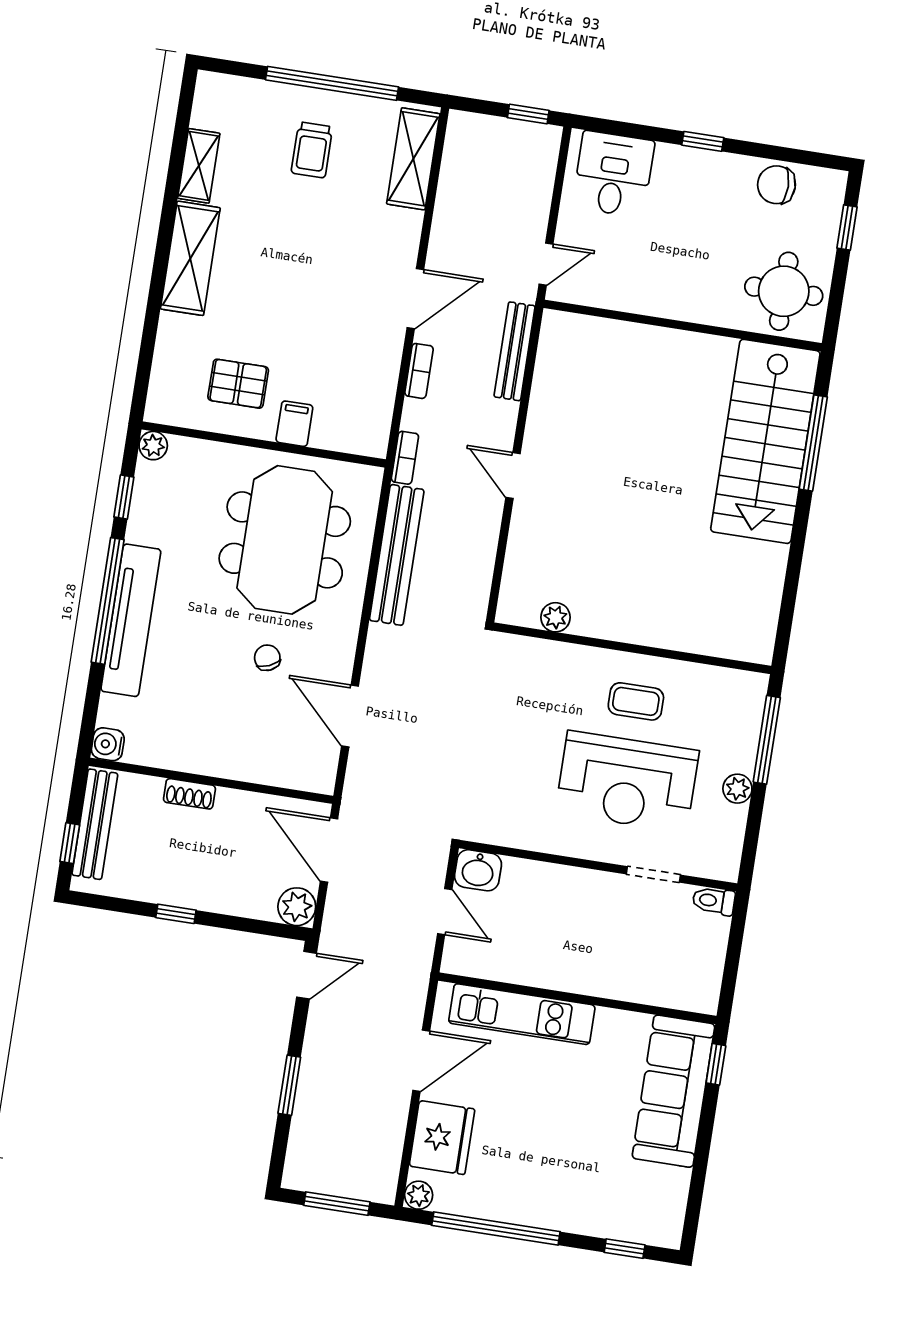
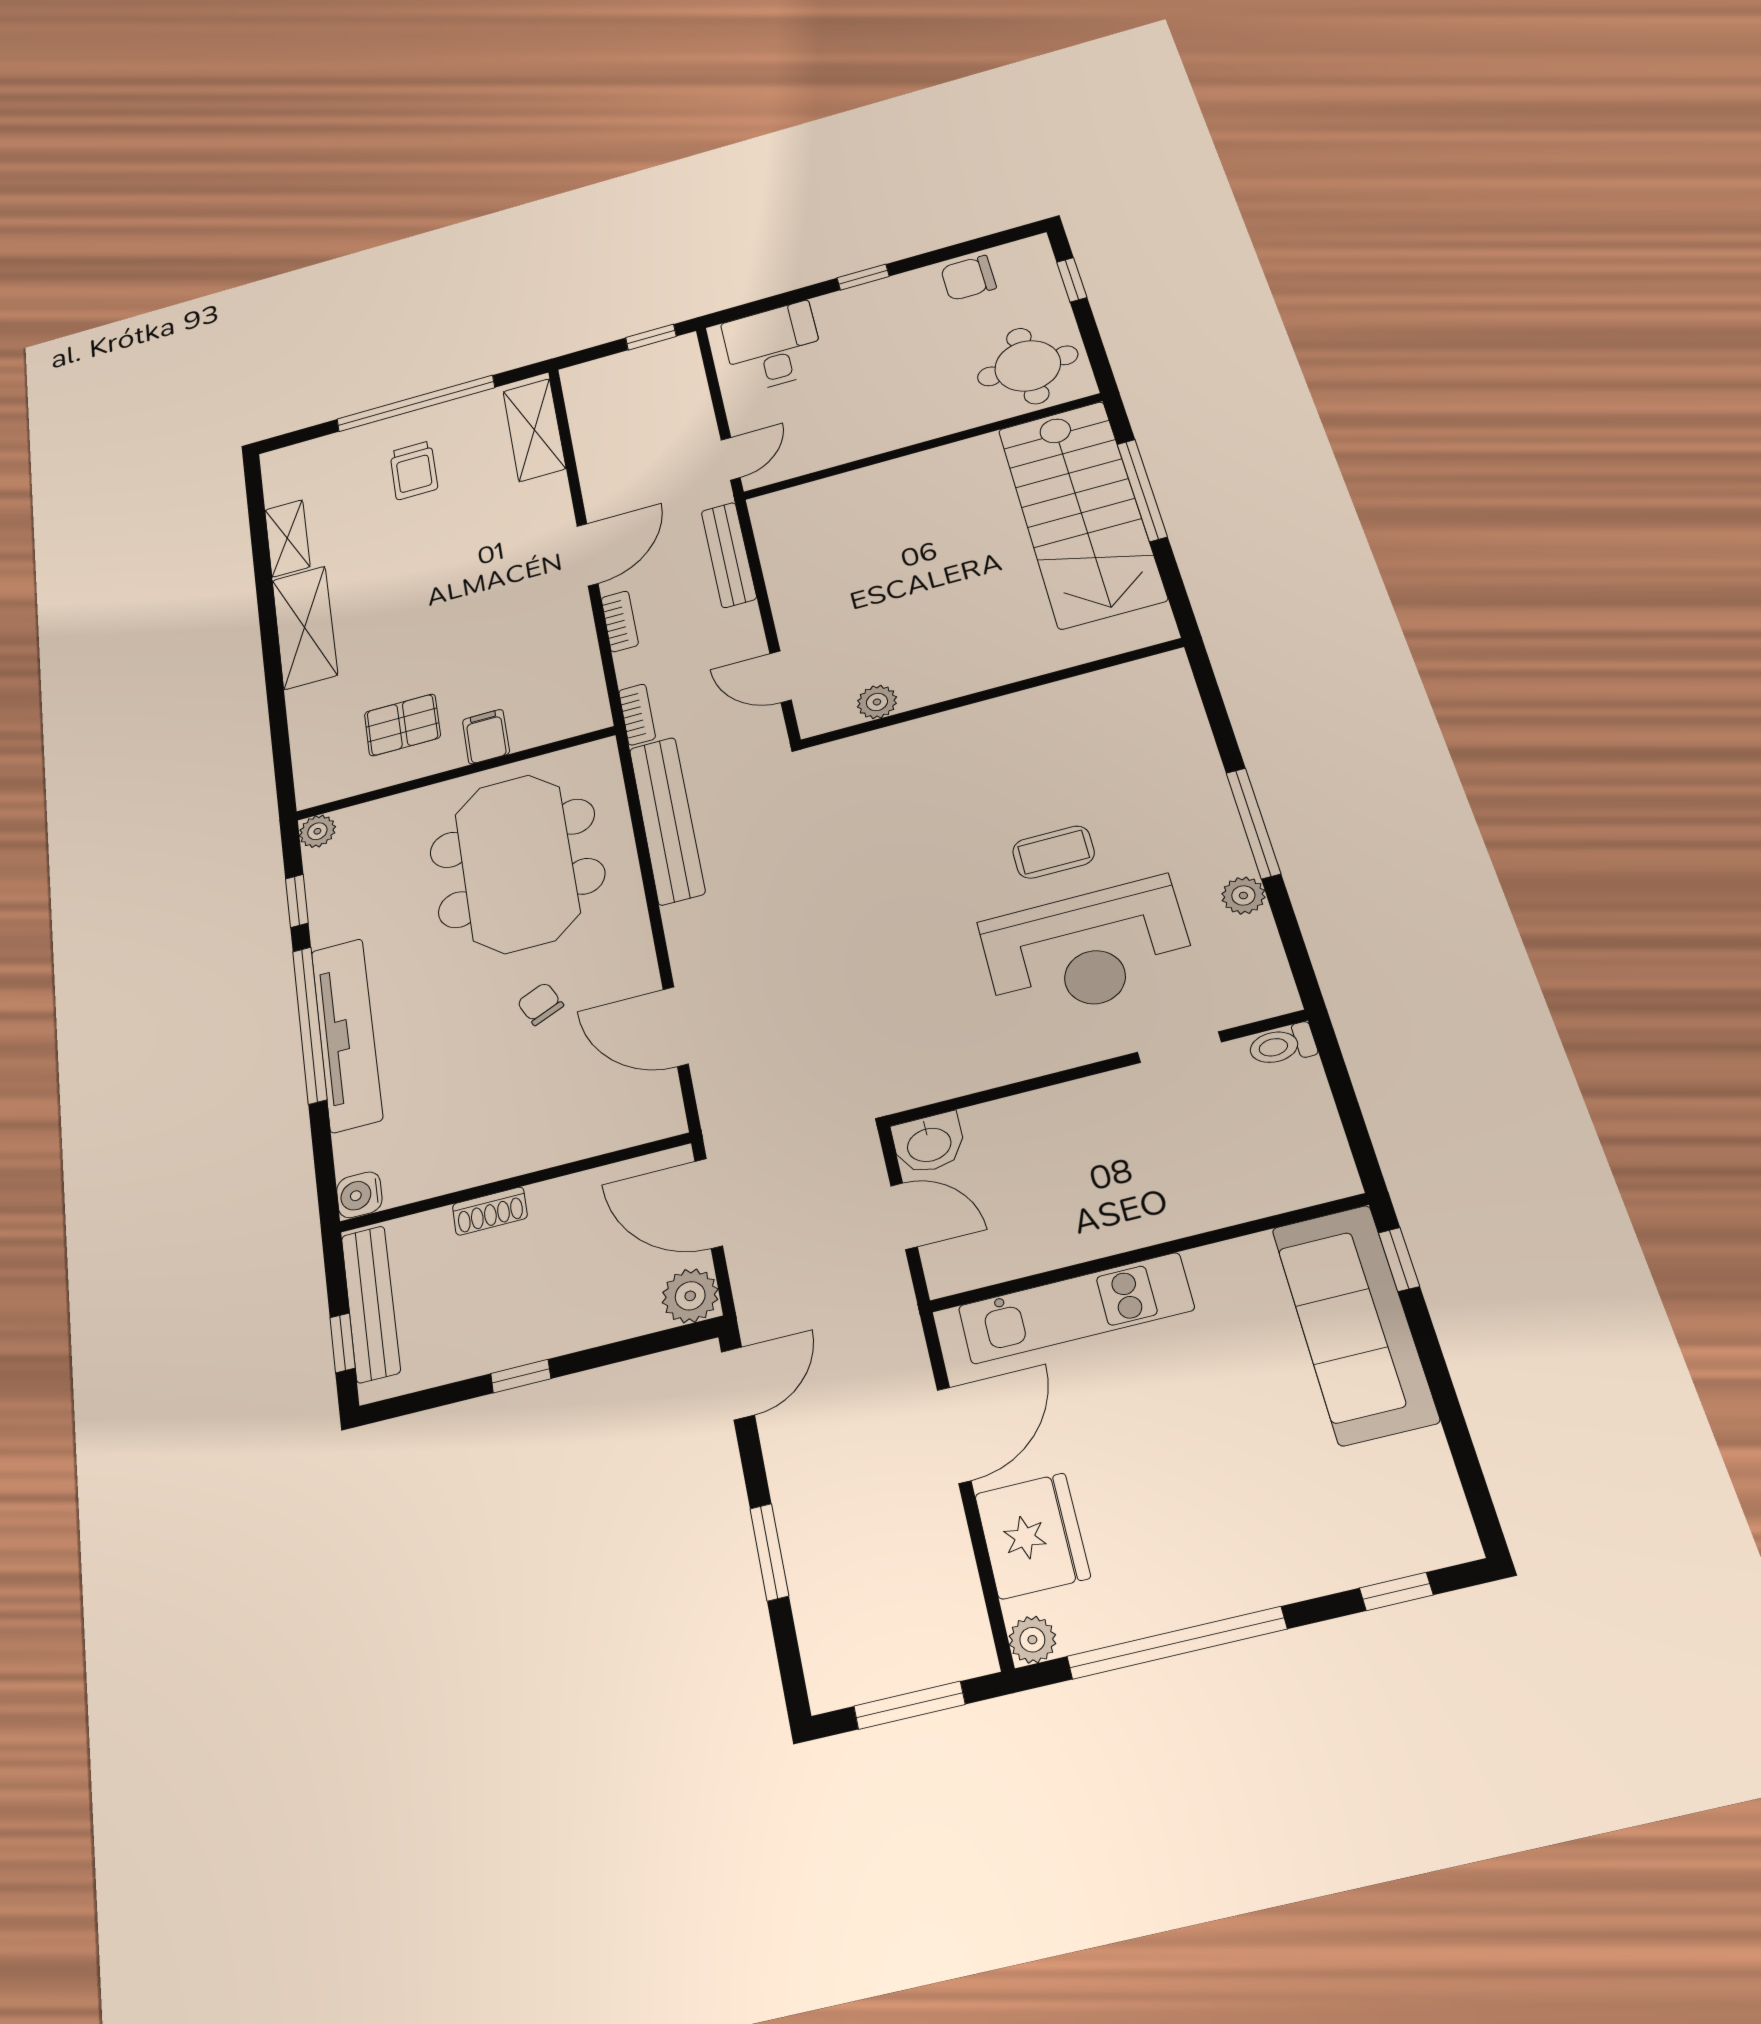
plant: (555, 617) -> (877, 702), moved
wall: (632, 648) -> (991, 694), moved

